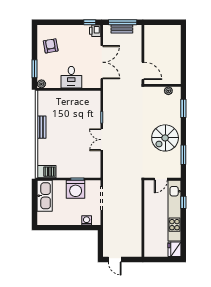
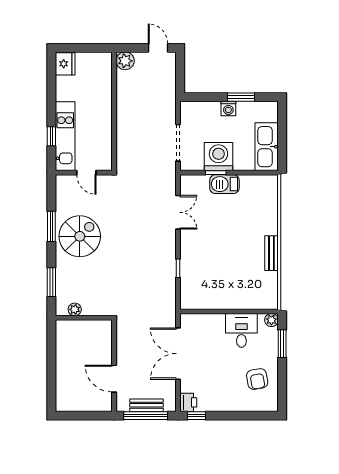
door: (143, 71) -> (114, 379), moved
desk: (71, 77) -> (241, 330), moved
double door: (102, 140) -> (178, 212), moved
window: (183, 155) -> (51, 226), moved
barbecue: (47, 172) -> (224, 184), moved
door: (161, 179) -> (86, 173), swing flipped
kitchen unit: (174, 211) -> (65, 136), width x0.73
washing machine: (87, 220) -> (228, 108), moved
window: (61, 228) -> (241, 97), added
plant: (136, 251) -> (125, 61), added

